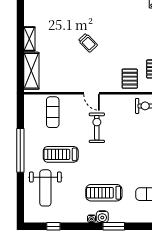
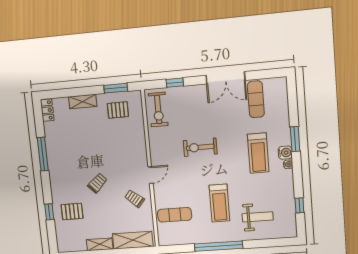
trolley: (71, 76) -> (135, 199), added
pallet: (130, 79) -> (72, 211), moved
exercise bike: (97, 128) -> (200, 147), moved
weight bench: (45, 188) -> (258, 217), width x0.73, depth x0.75

